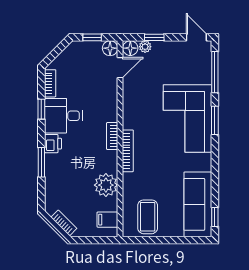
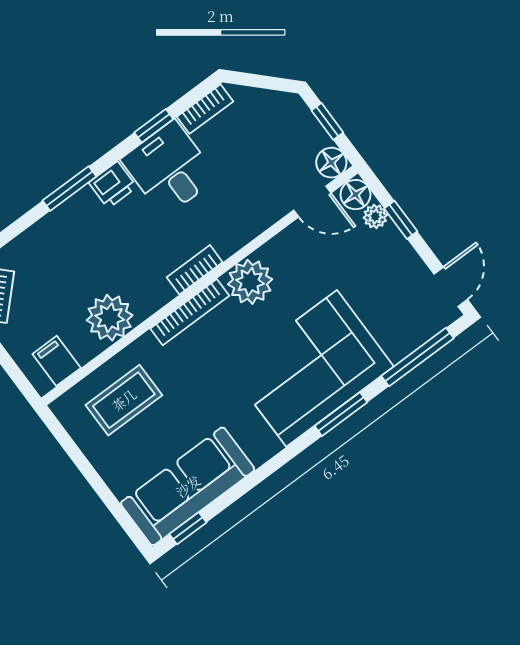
plant: (134, 117) -> (250, 282), added
coffee table: (148, 217) -> (124, 400), moved

